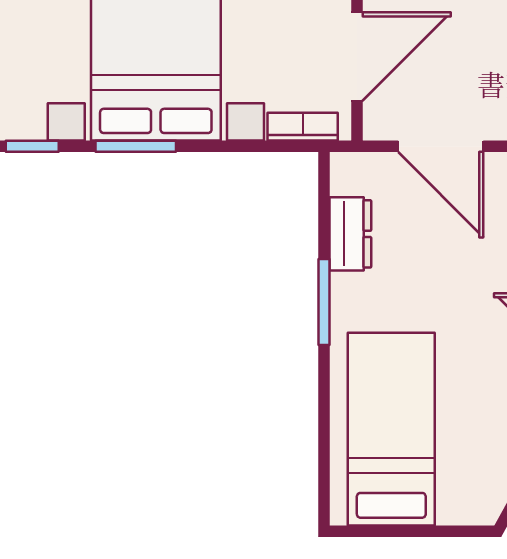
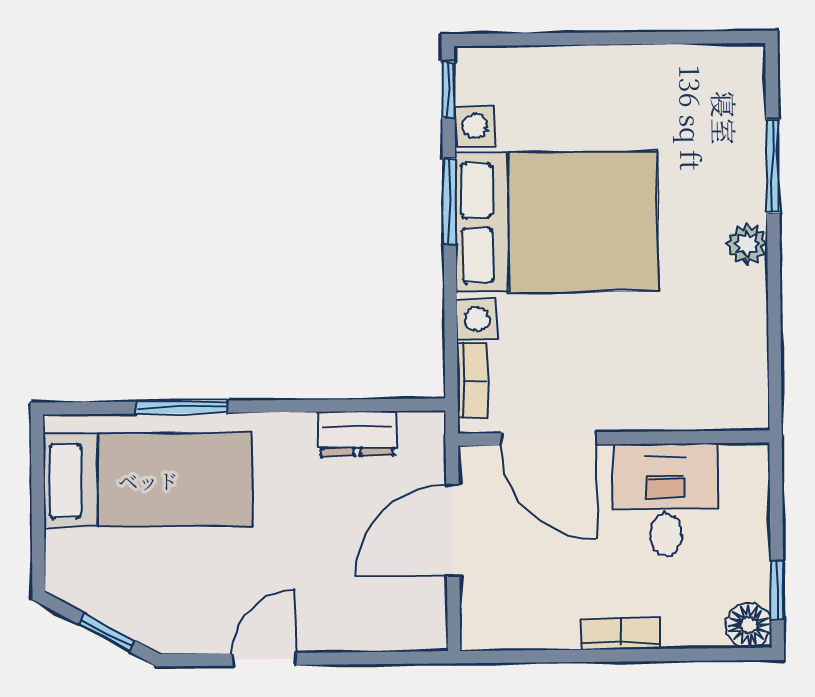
window: (324, 302) -> (182, 407), moved

